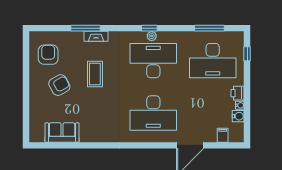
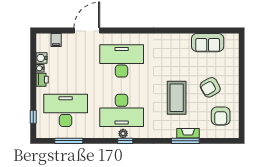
fireplace: (96, 36) -> (188, 133), moved
coffee table: (95, 74) -> (177, 98), width x1.36, depth x1.32

